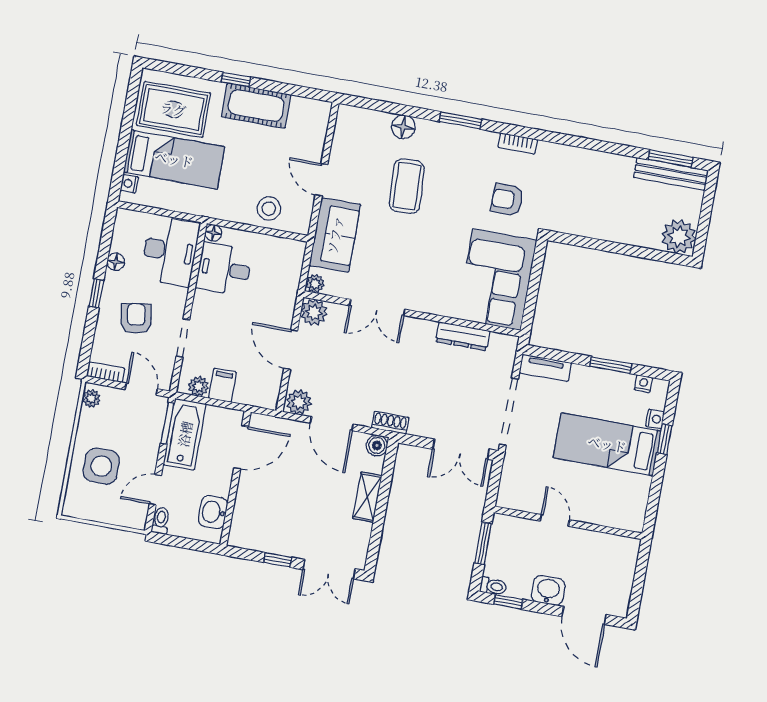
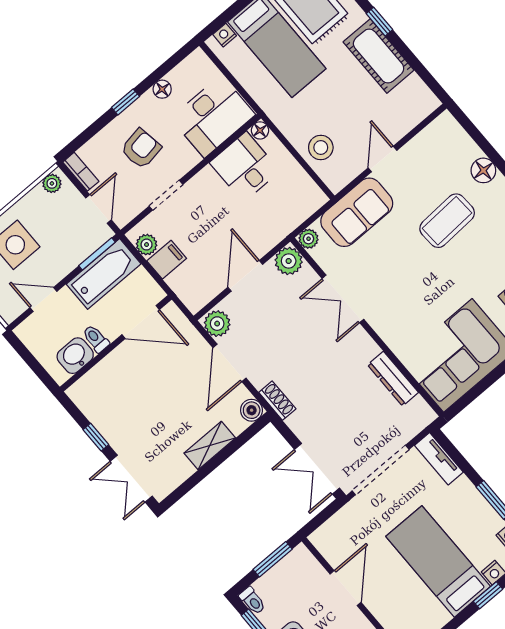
door: (555, 520) -> (346, 588), width x1.38
toilet: (161, 521) -> (96, 339), moved, turned -90

